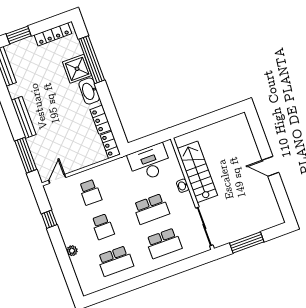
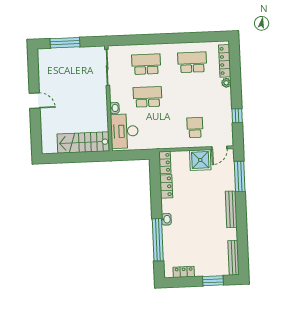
locker: (53, 34) -> (184, 272), width x0.66
shower: (77, 69) -> (200, 160), moved
washbasin: (89, 91) -> (166, 219), width x0.52, depth x0.69
desk: (150, 163) -> (124, 131), moved, turned 90
stairs: (197, 172) -> (83, 143), moved, turned 90
school desk: (103, 227) -> (194, 95), removed
window: (247, 242) -> (65, 43), moved
locker: (81, 274) -> (225, 61), added

